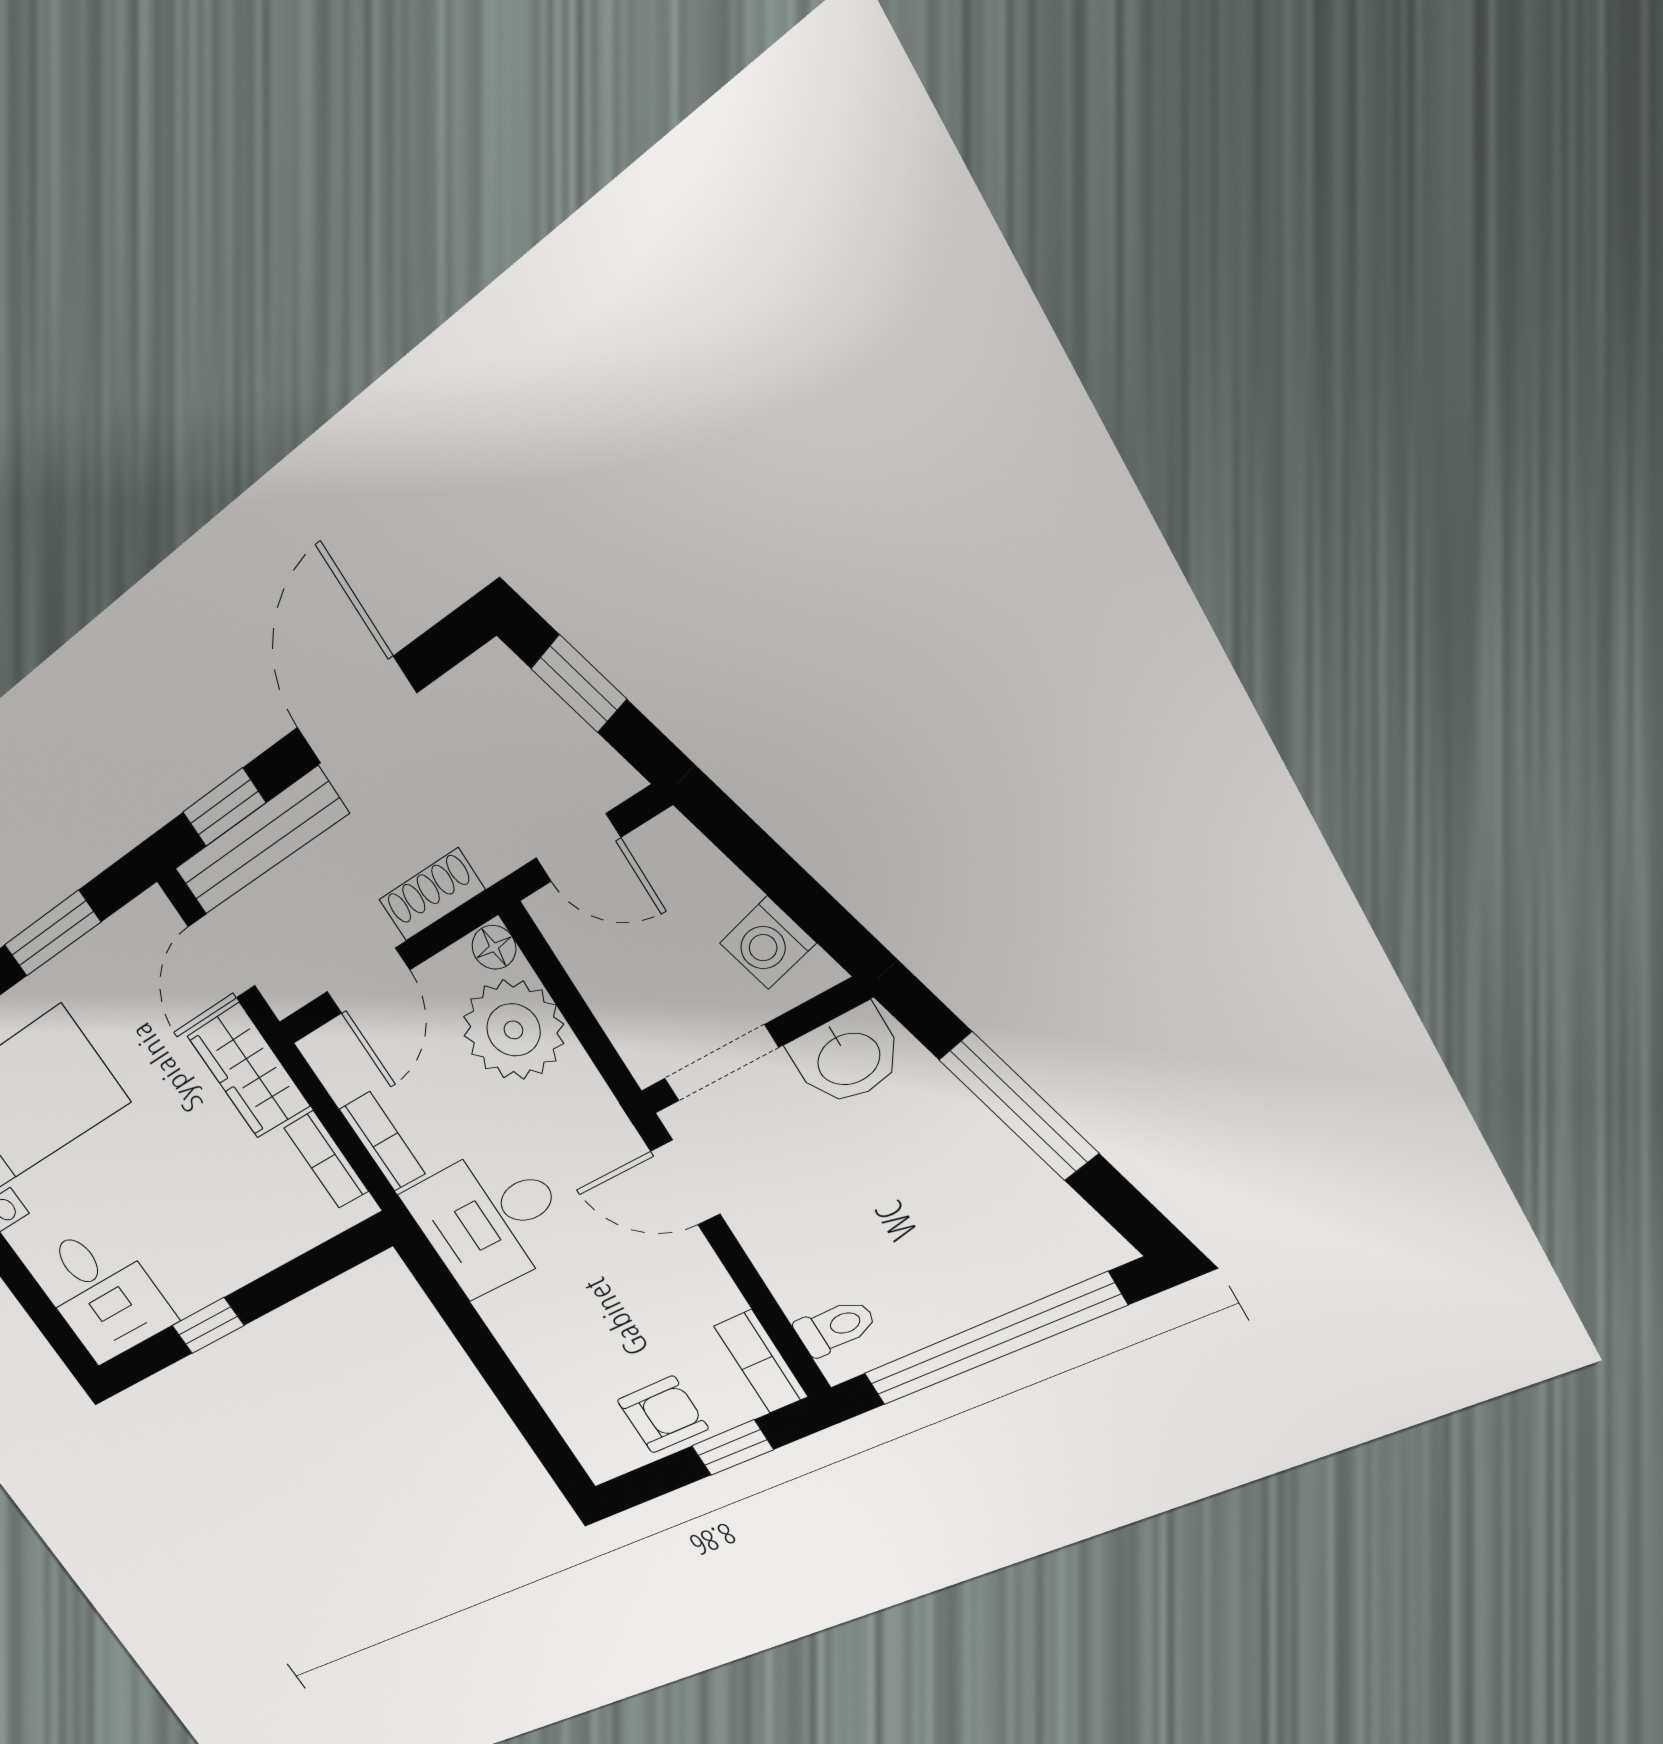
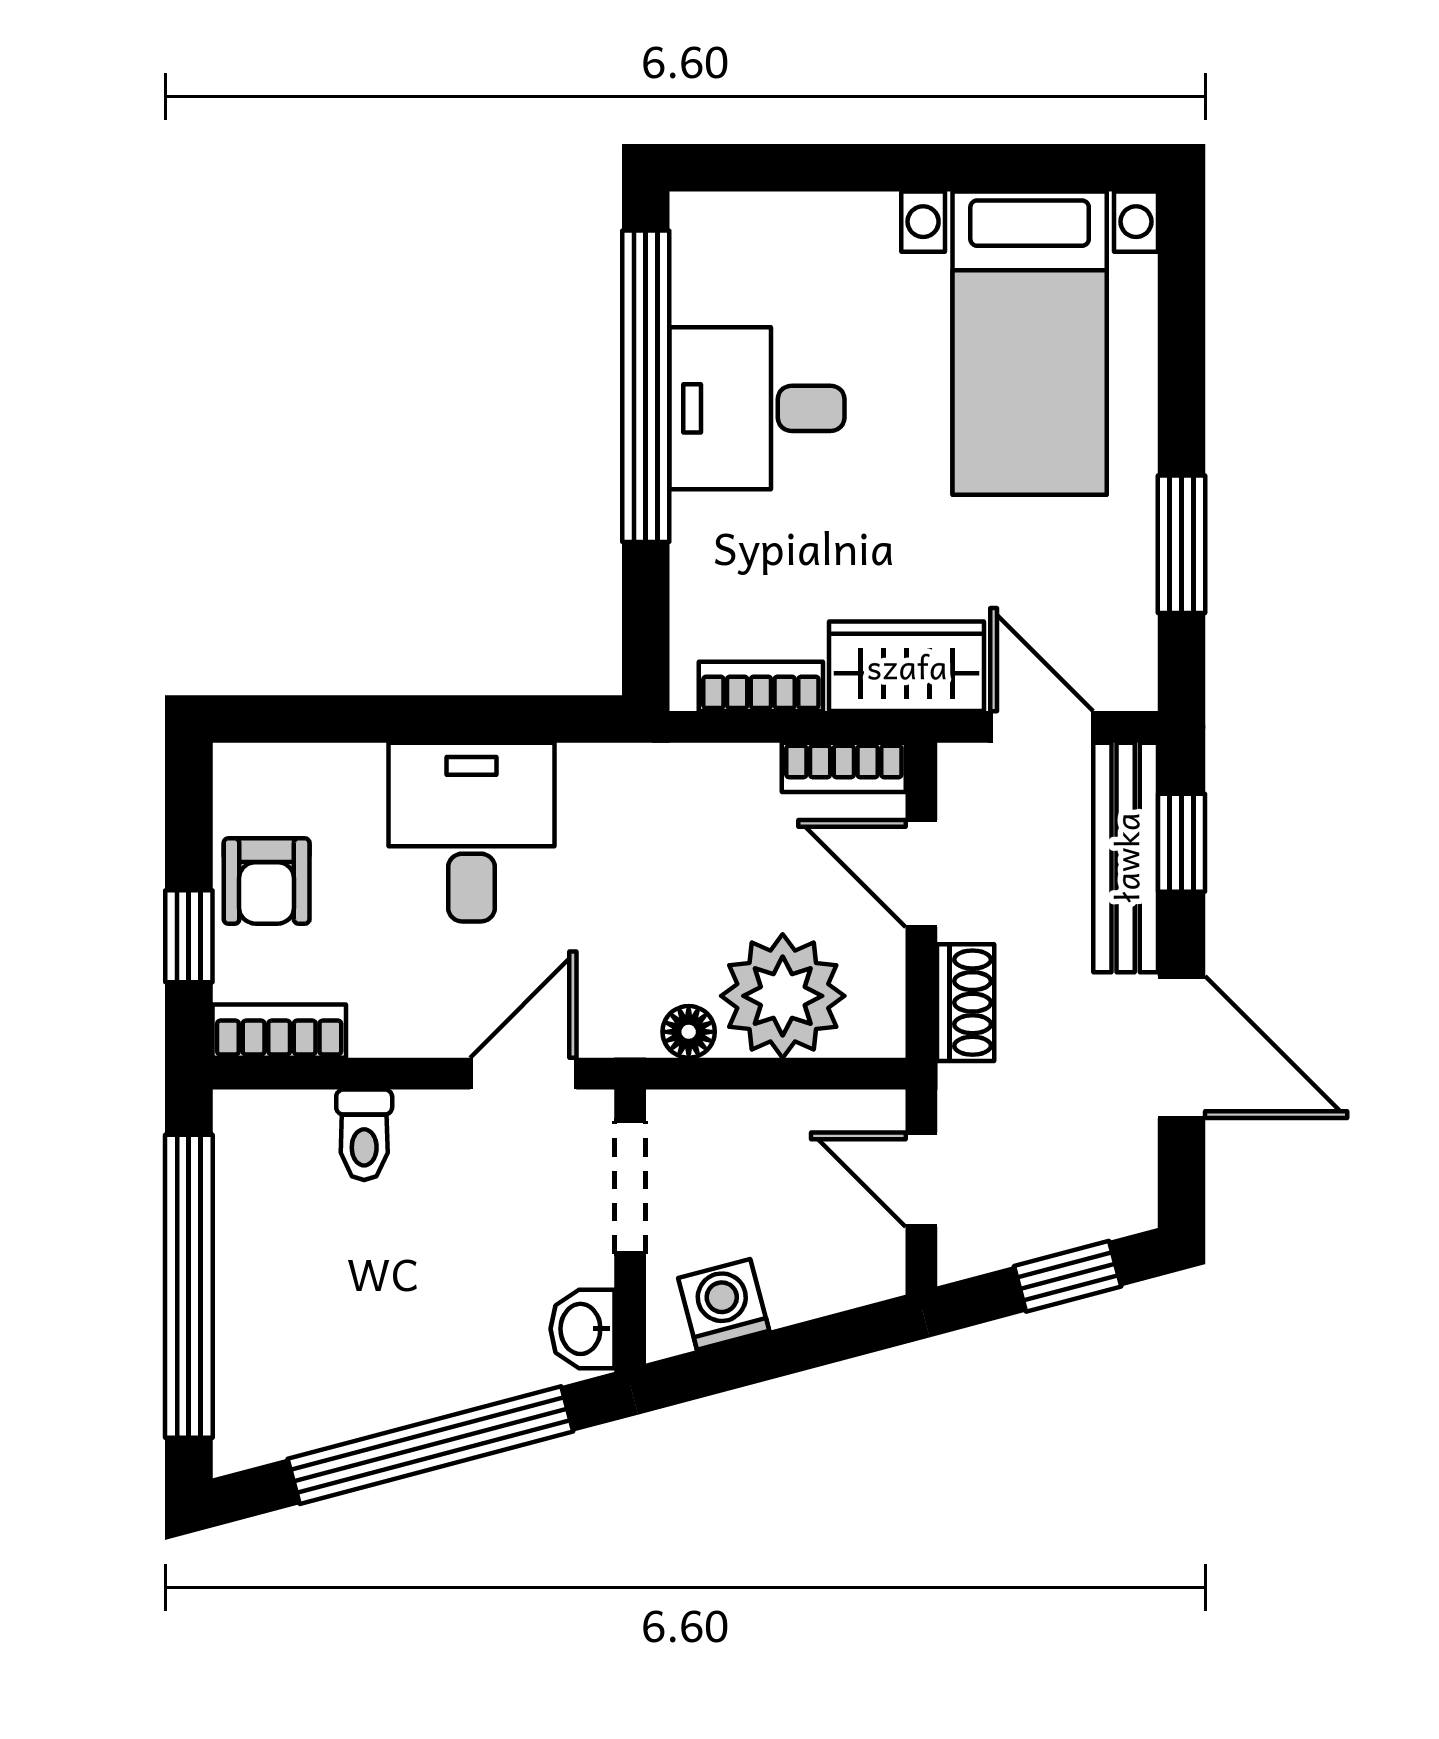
door: (578, 848) -> (921, 1180), hinge flipped
floor lamp: (494, 947) -> (689, 1032), moved
washbasin: (847, 1057) -> (582, 1329), width x0.72, depth x0.69
window: (1019, 1106) -> (430, 1445), width x1.46
bookcase: (382, 1142) -> (844, 767), moved
desk: (490, 1219) -> (471, 832), moved
desk: (102, 1293) -> (757, 408), moved
window: (208, 1326) -> (646, 386), width x3.17
toilet: (836, 1327) -> (364, 1135), moved

